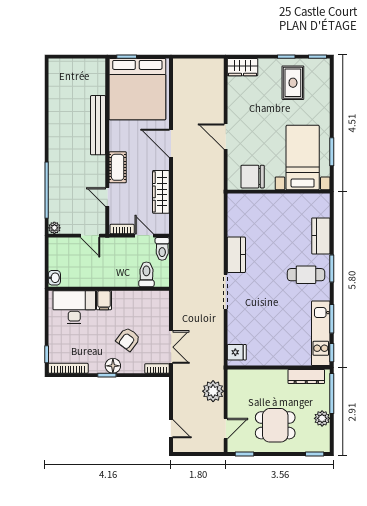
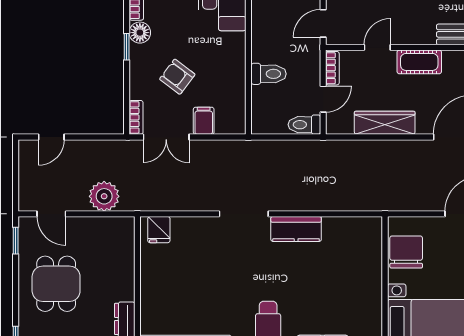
toilet: (146, 274) -> (268, 74), moved
filing cabinet: (104, 300) -> (204, 121), moved, turned 90
floor lamp: (113, 366) -> (140, 33), moved

